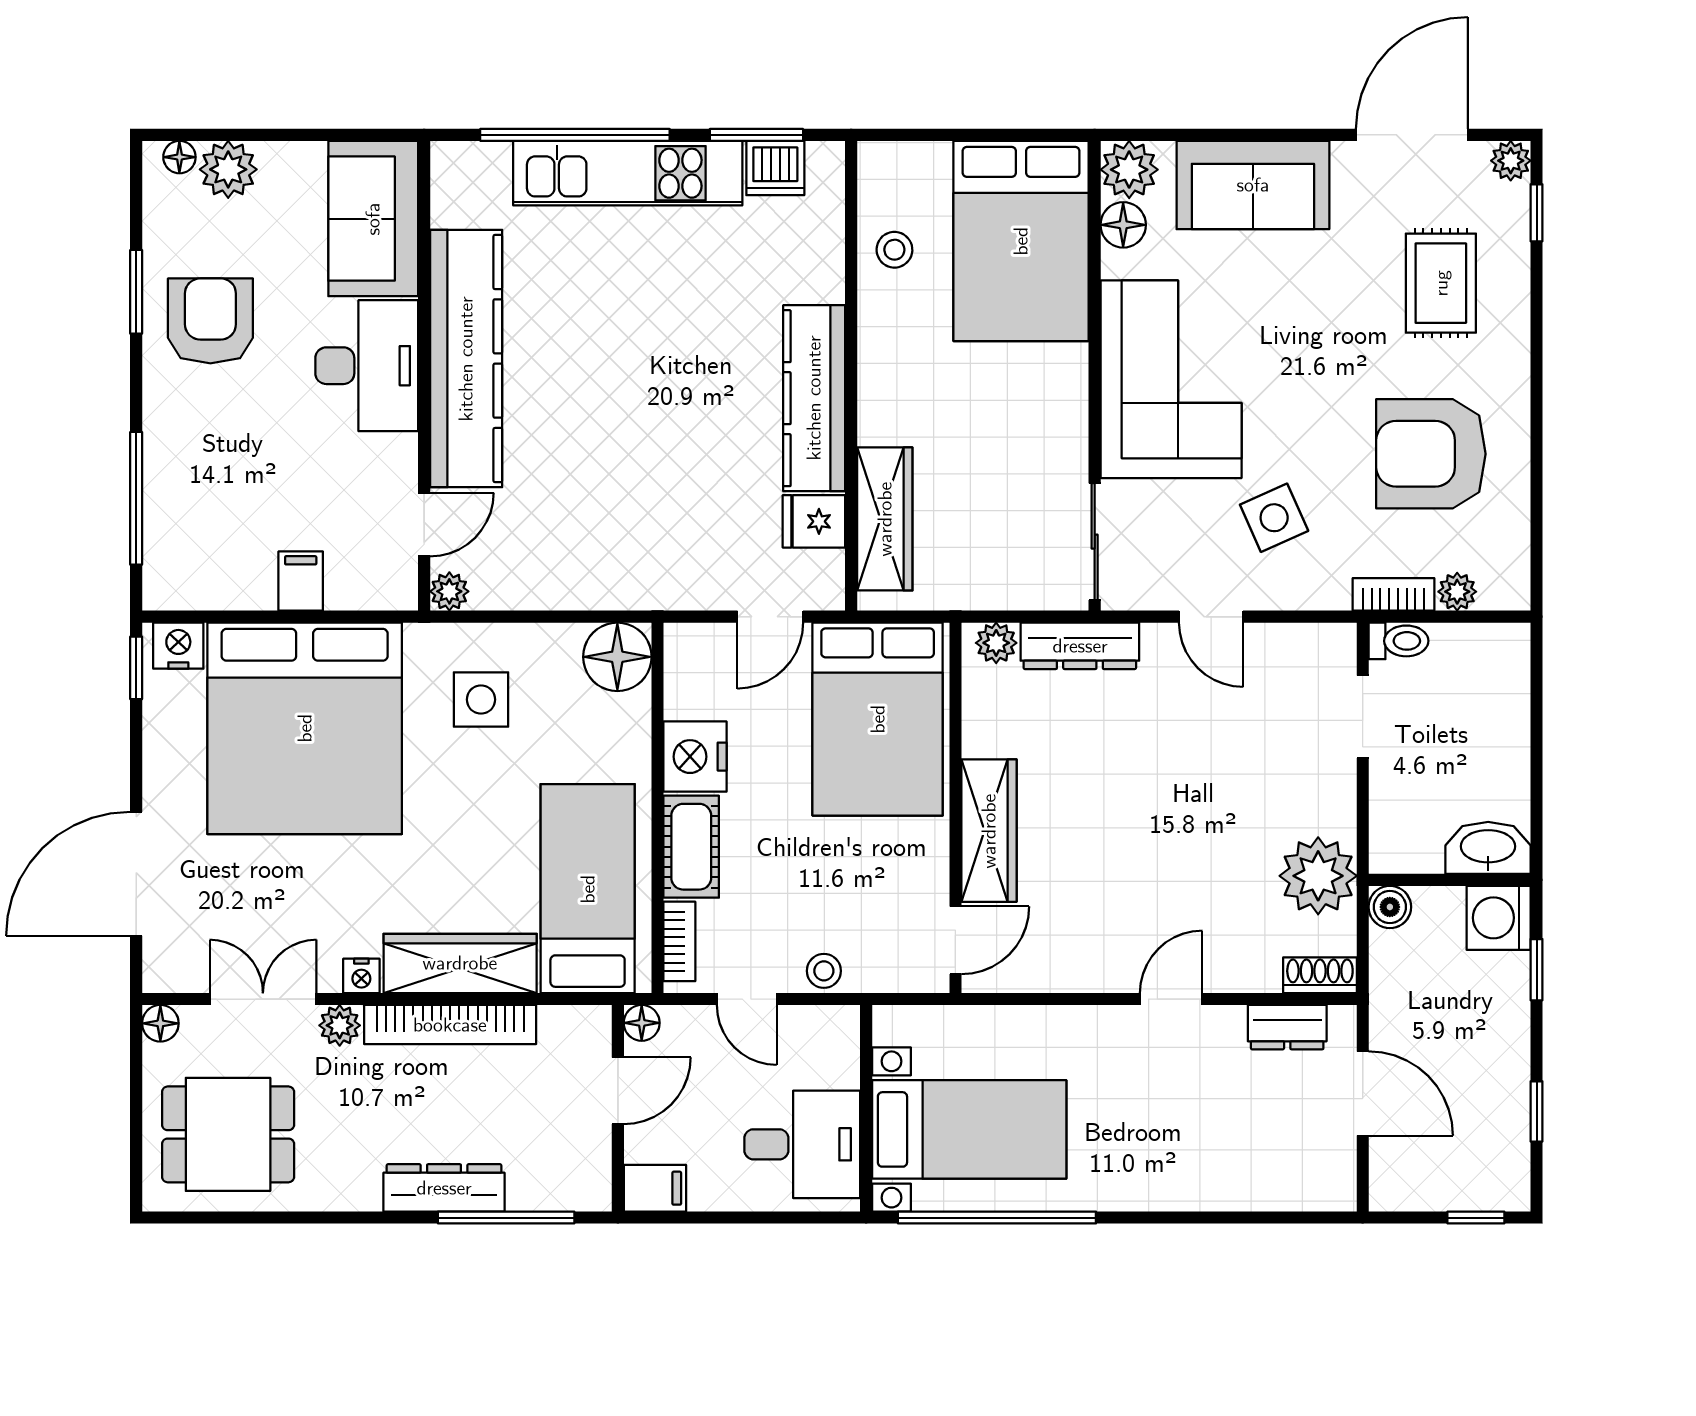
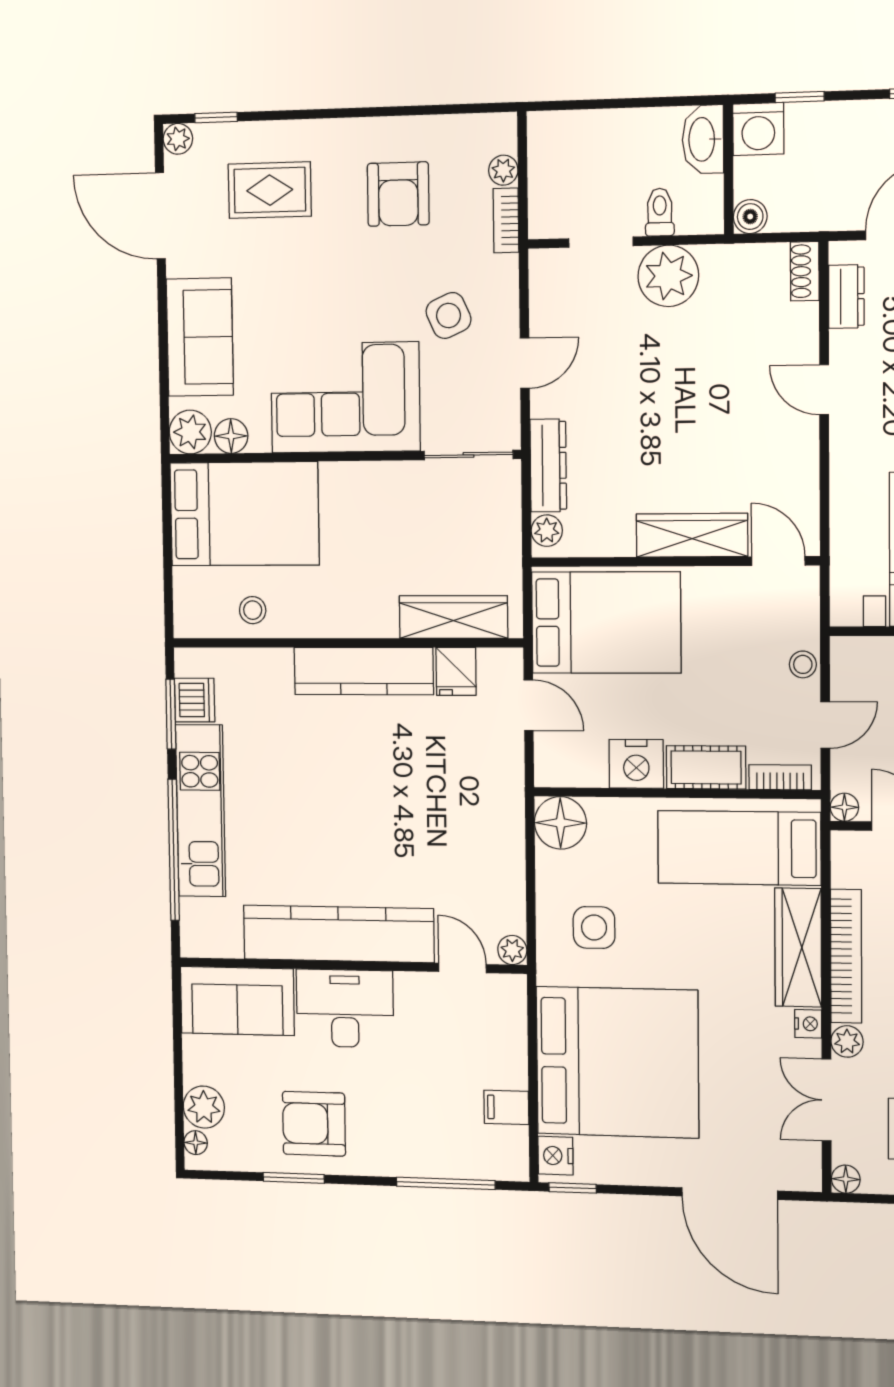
armchair: (1431, 454) -> (398, 194), width x0.73, depth x0.73
filing cabinet: (301, 581) -> (506, 1107), moved
toilet: (1399, 641) -> (660, 212), moved
plant: (1318, 876) -> (668, 276), moved

